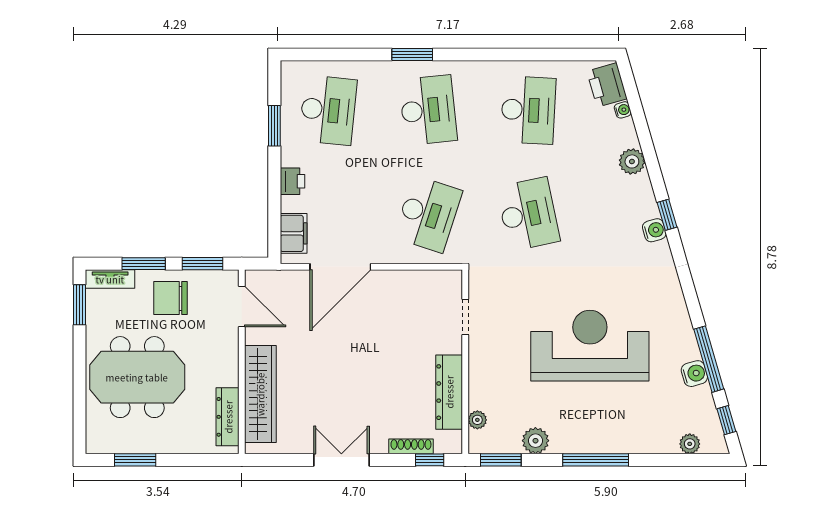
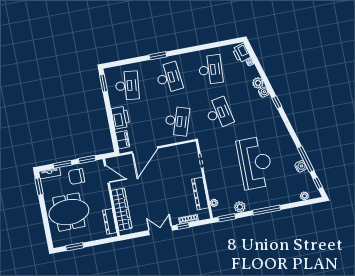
window: (274, 126) -> (103, 83), moved
printer: (292, 181) -> (120, 118), width x1.87, depth x1.48
water cooler: (654, 230) -> (264, 92), moved
reception desk: (590, 346) -> (255, 163), turned 90
window: (430, 460) -> (183, 226), moved

